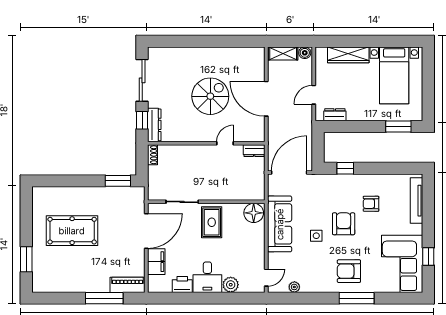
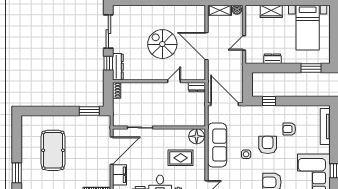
wardrobe: (348, 55) -> (271, 11), width x0.67
spiral stairs: (210, 96) -> (162, 44), turned -90
dresser: (335, 115) -> (272, 59), moved
door: (289, 172) -> (225, 104), hinge flipped
rug: (212, 222) -> (181, 158), moved, turned 90
pool table: (72, 231) -> (53, 150), turned 90

